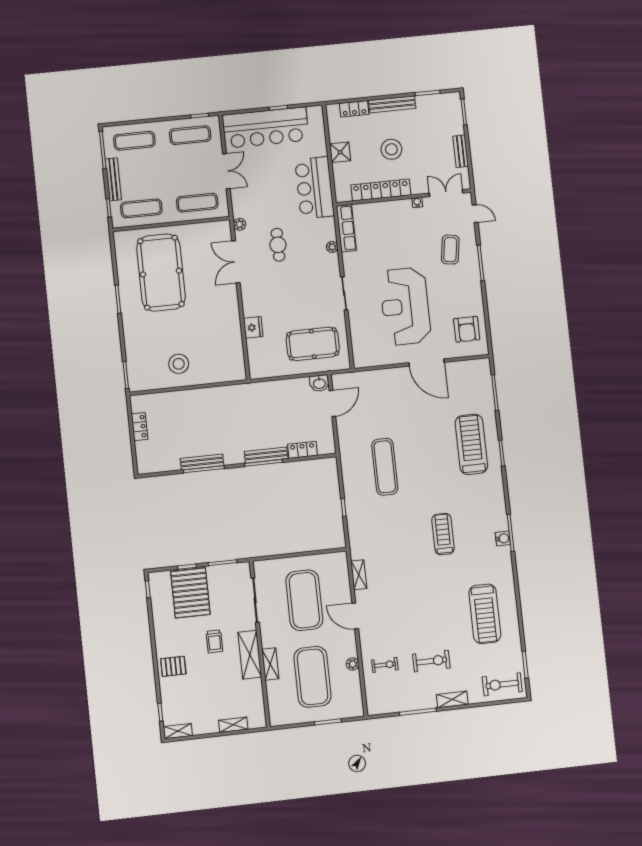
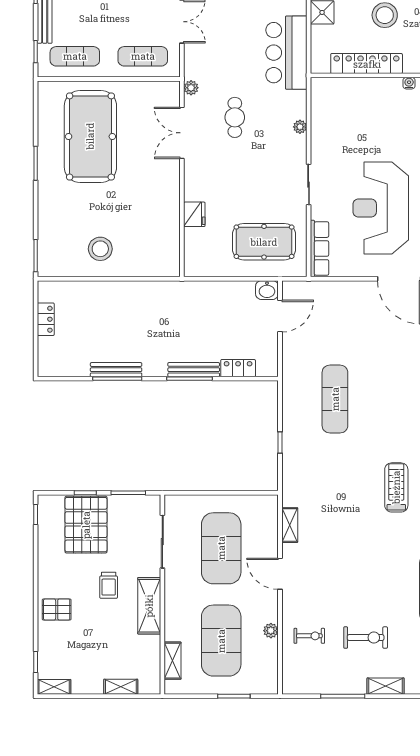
row of seats: (346, 228) -> (320, 249), moved
shelving: (270, 664) -> (173, 661), moved

